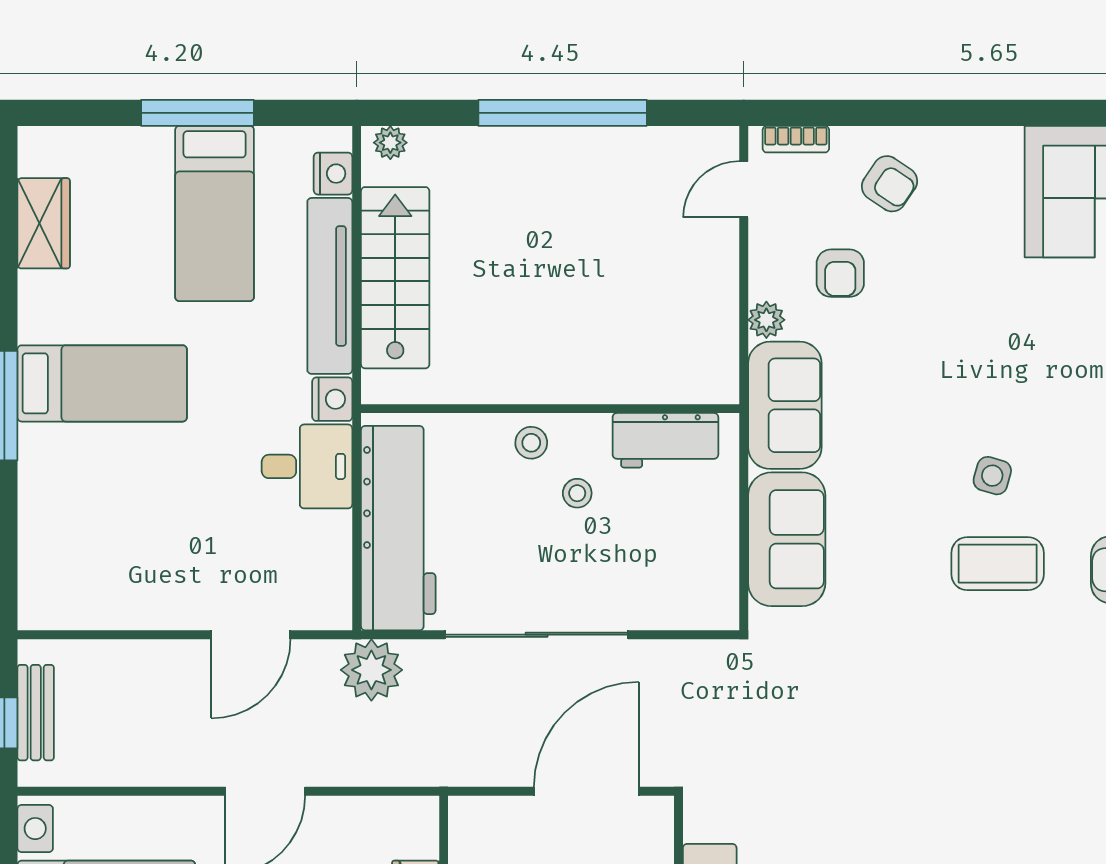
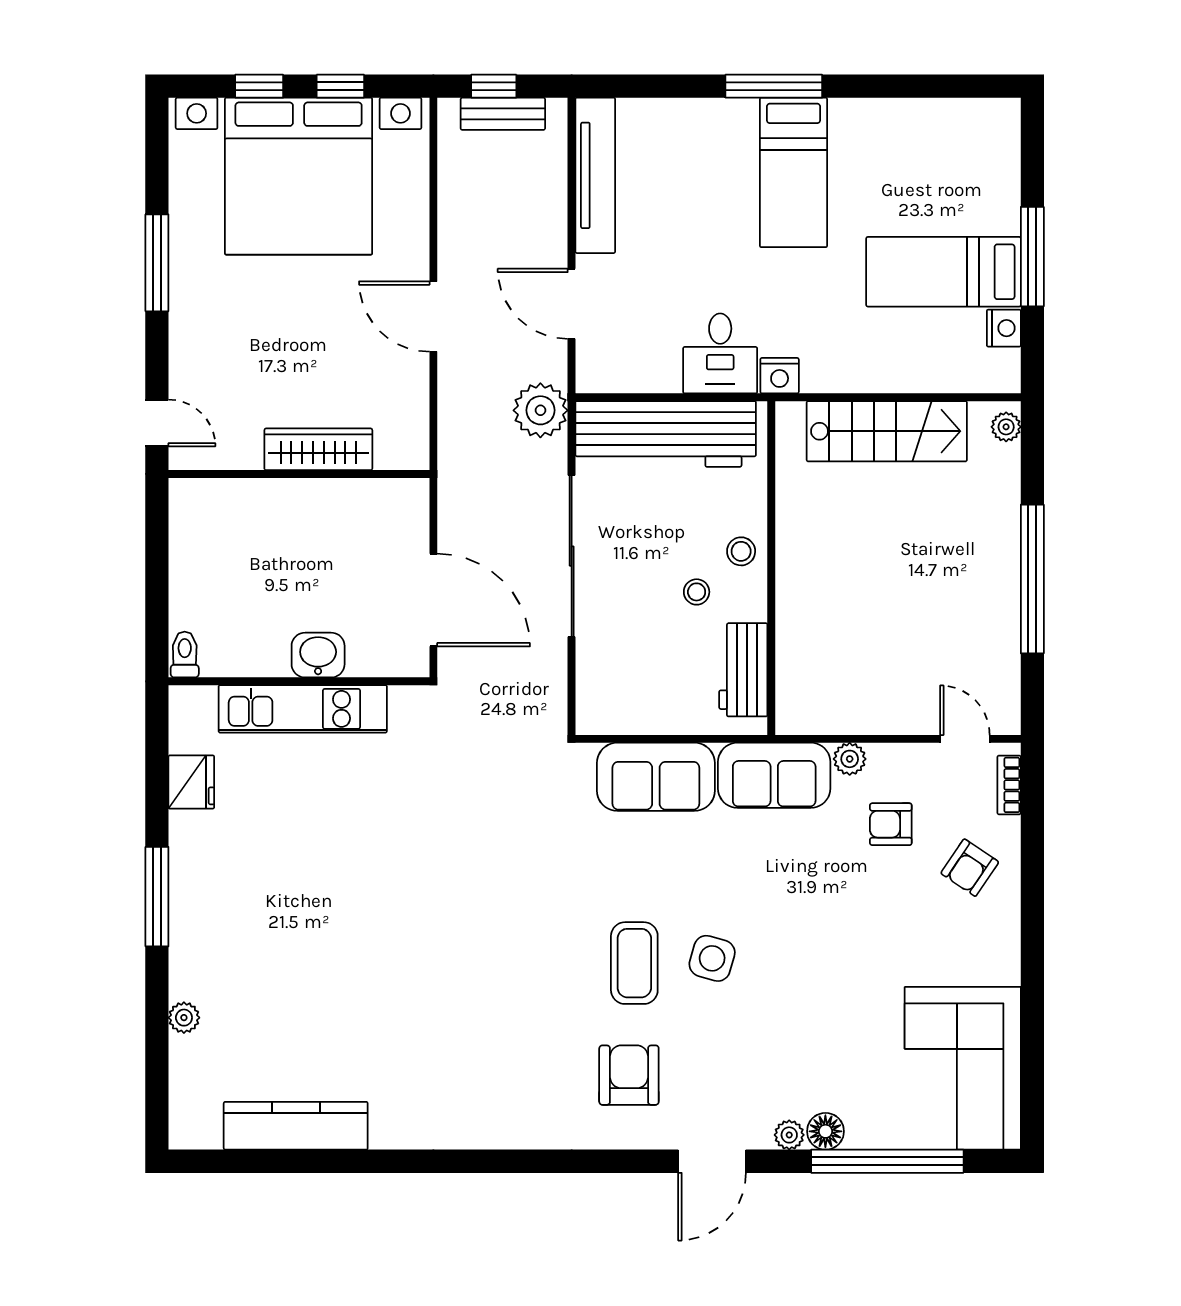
nightstand: (333, 174) -> (1004, 328), moved, turned -90
wardrobe: (44, 223) -> (935, 121), removed
tv unit: (330, 286) -> (595, 175), moved, turned 90
side table: (992, 476) -> (712, 958), width x1.37, depth x1.37

